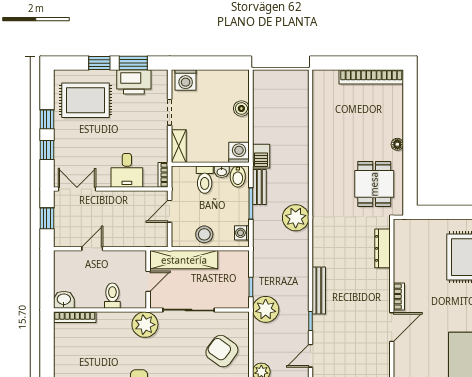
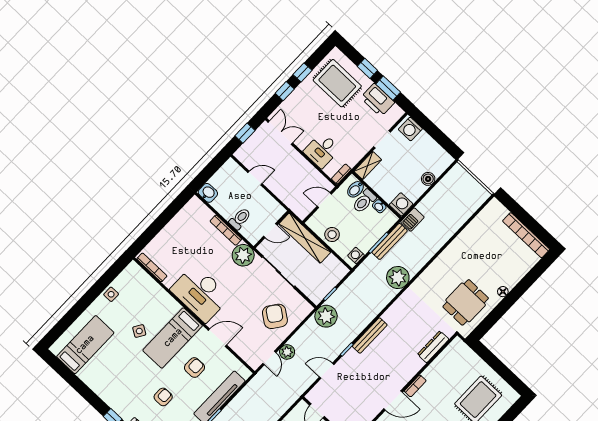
bidet: (238, 177) -> (355, 189), moved
bench: (259, 187) -> (390, 241), width x1.36
bookcase: (75, 317) -> (226, 230), moved

